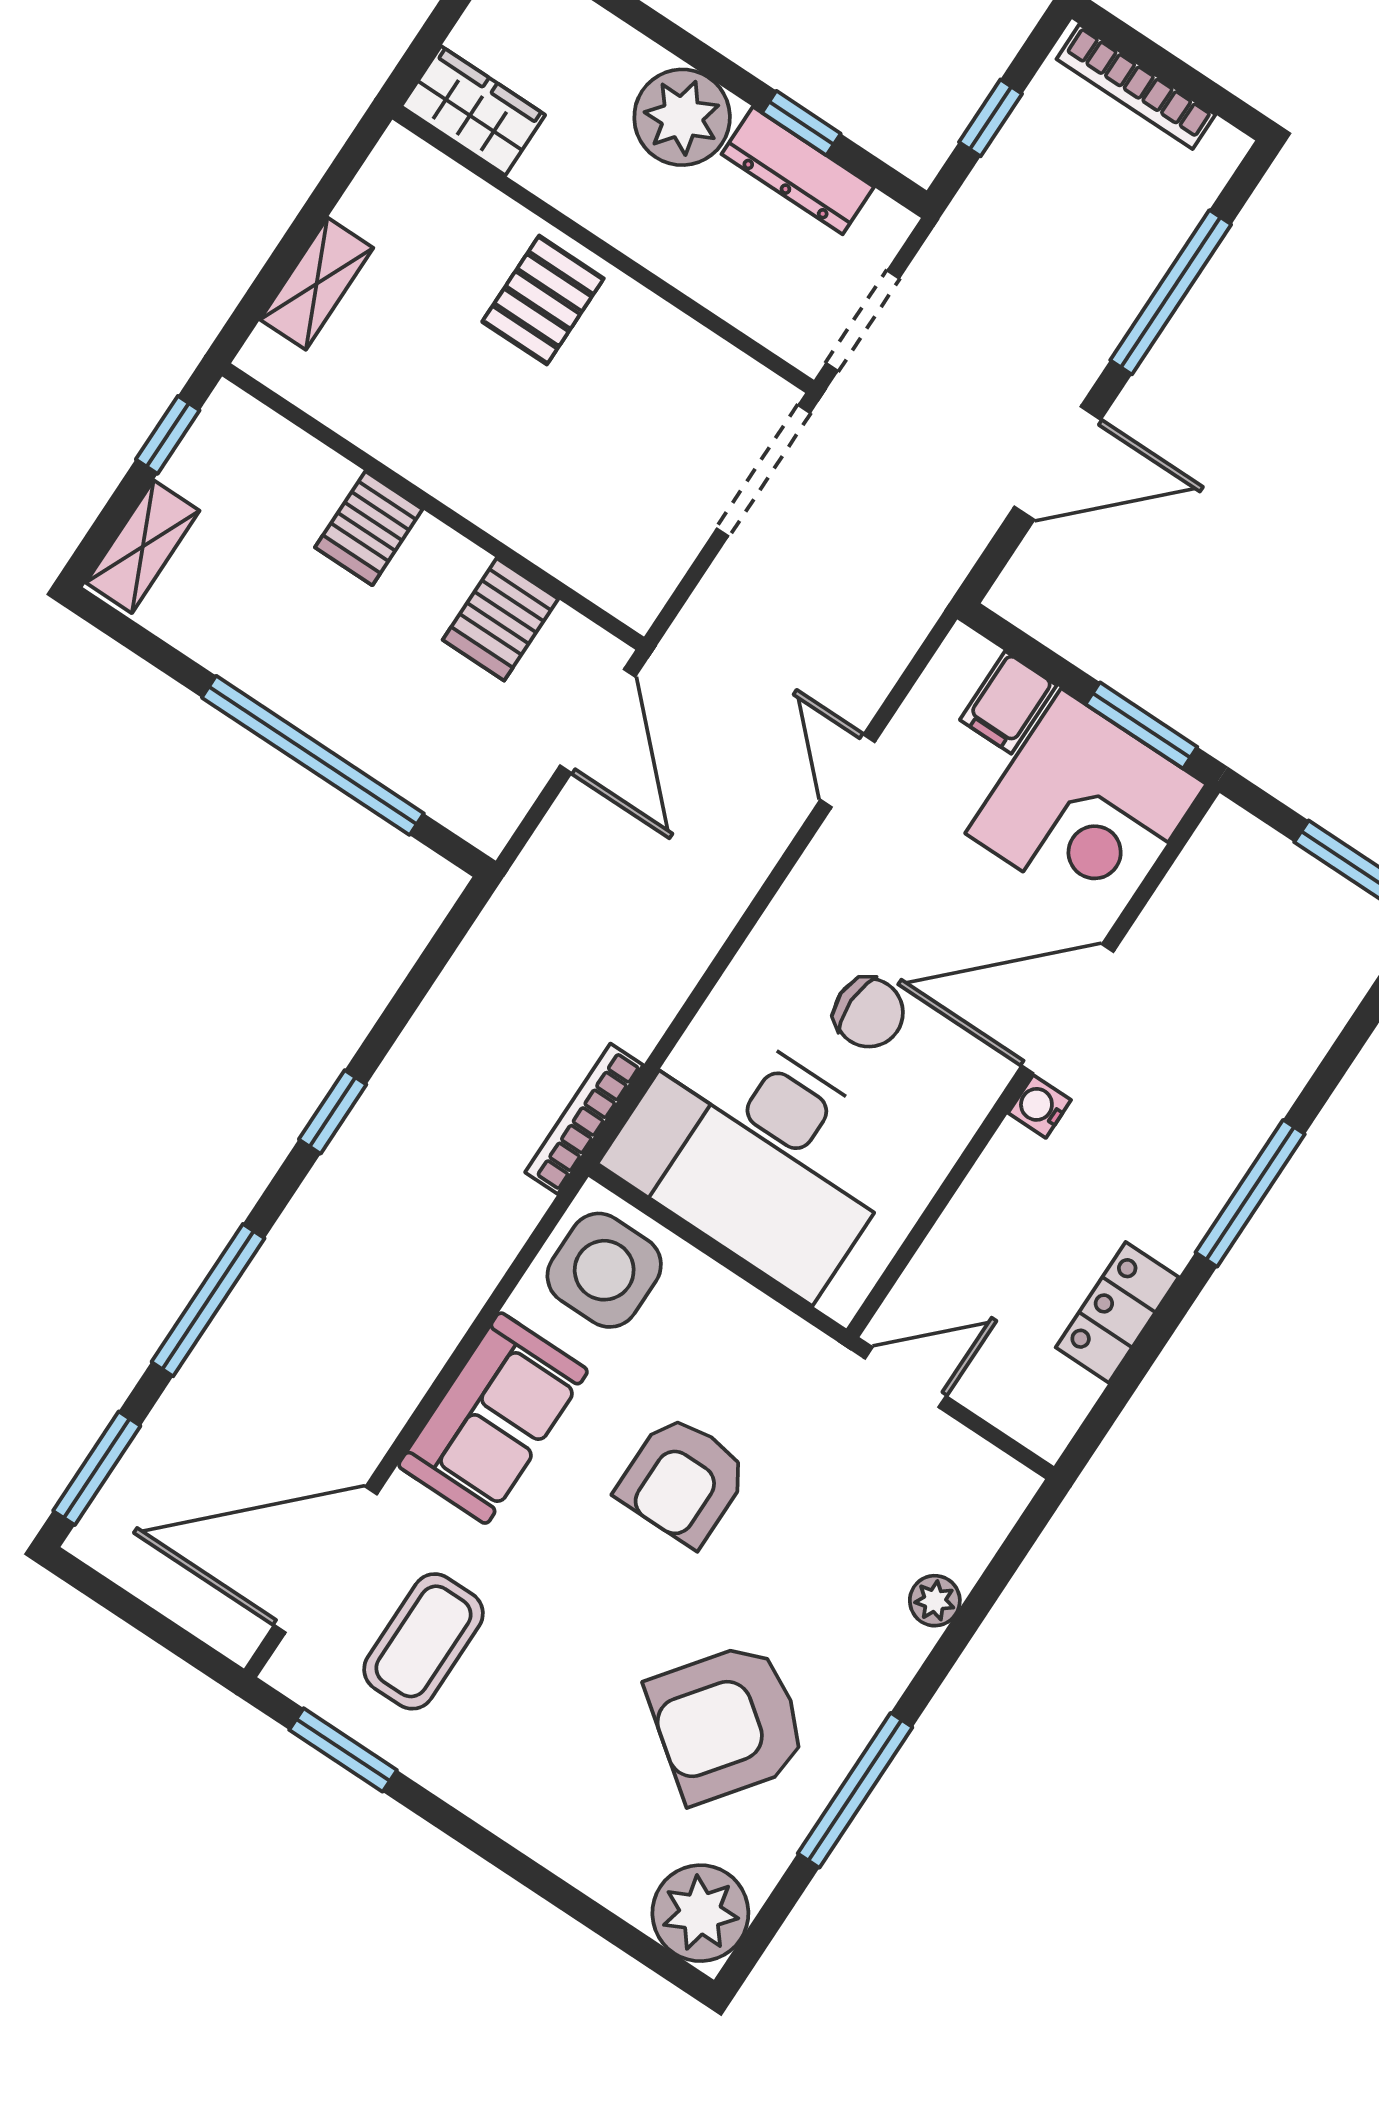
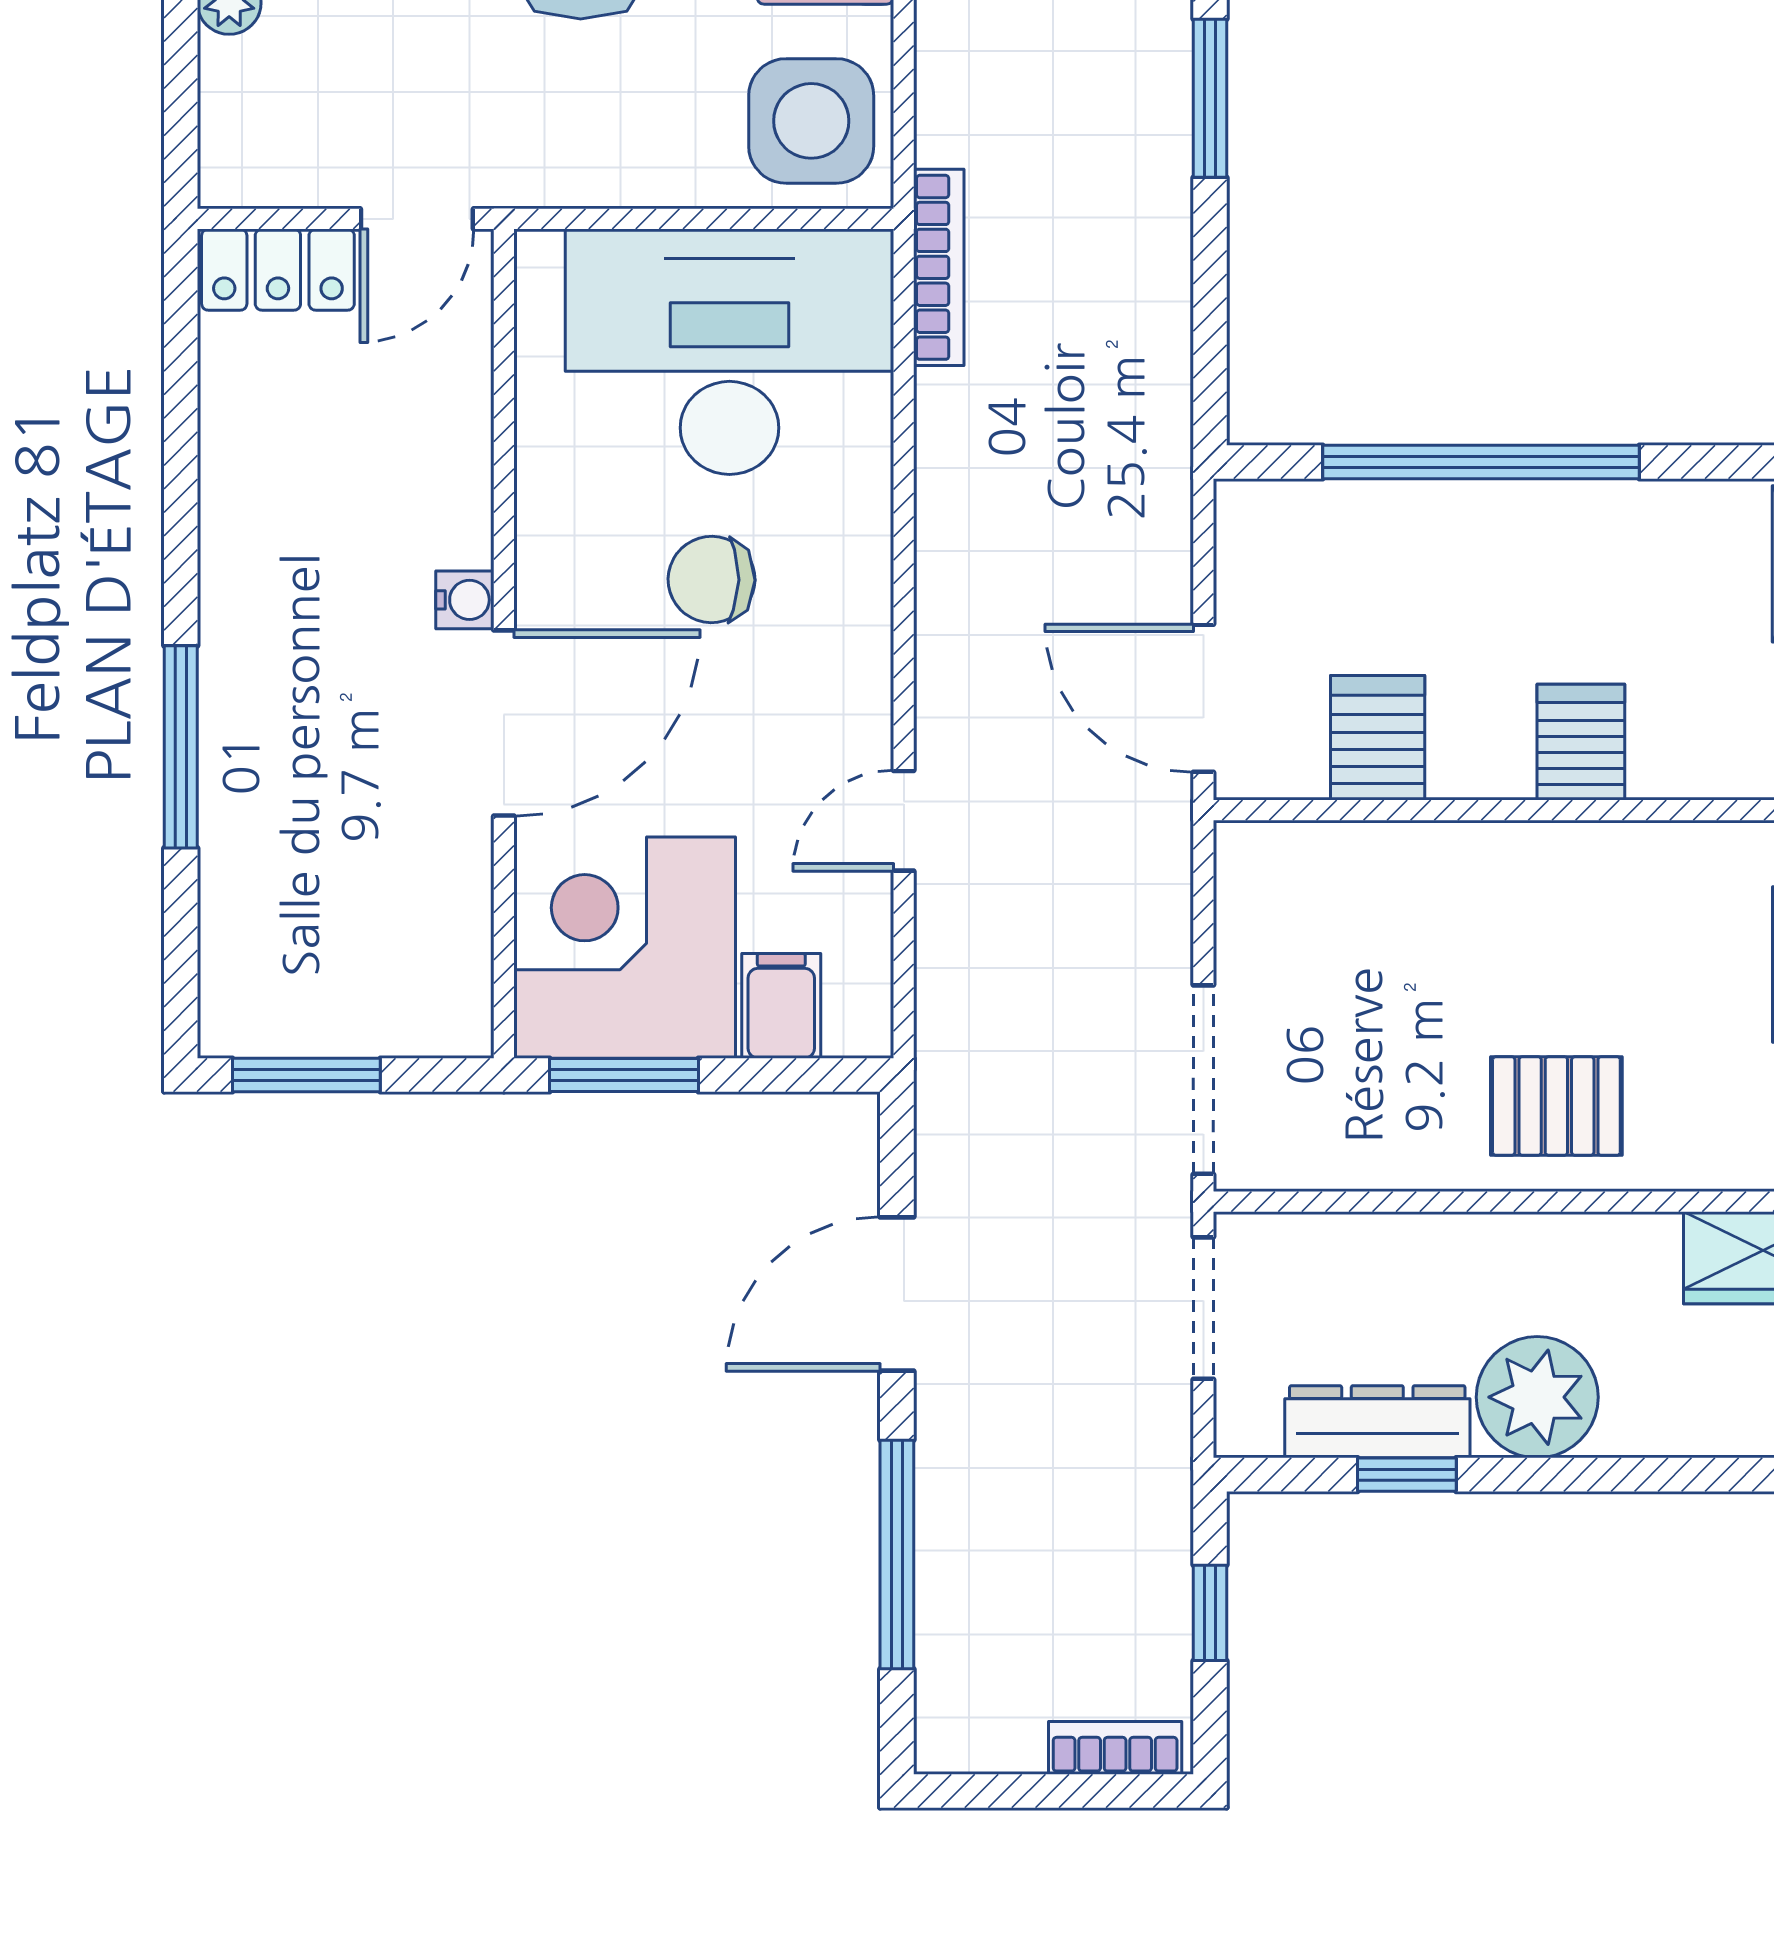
bookcase: (1136, 87) -> (1115, 1748), width x0.64
pallet: (543, 300) -> (1556, 1106), turned 90
door: (848, 771) -> (904, 821), swing flipped
window: (333, 1112) -> (1210, 98), width x1.50
window: (1250, 1193) -> (181, 747), moved
locker: (1117, 1312) -> (278, 270), moved, turned 90

